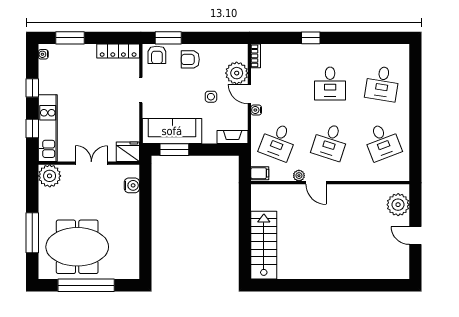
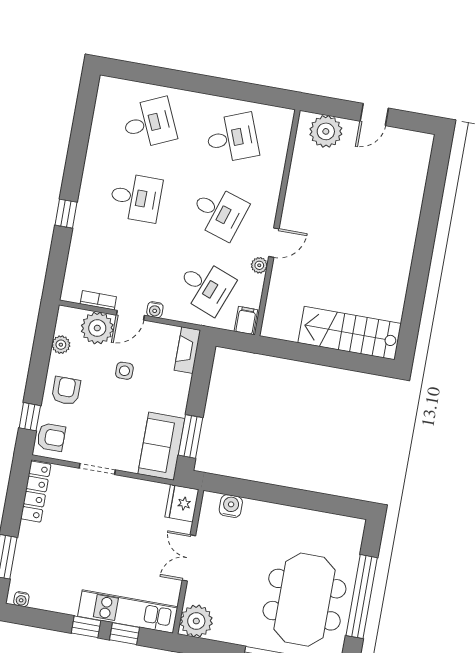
window: (168, 38) -> (30, 417), width x0.67
plant: (221, 50) -> (61, 345), added
bookcase: (256, 56) -> (98, 300), moved
armchair: (190, 59) -> (66, 391), turned 180
desk: (382, 84) -> (149, 123), turned -33
window: (32, 88) -> (86, 627), moved
sofa: (172, 131) -> (161, 446), width x0.73

